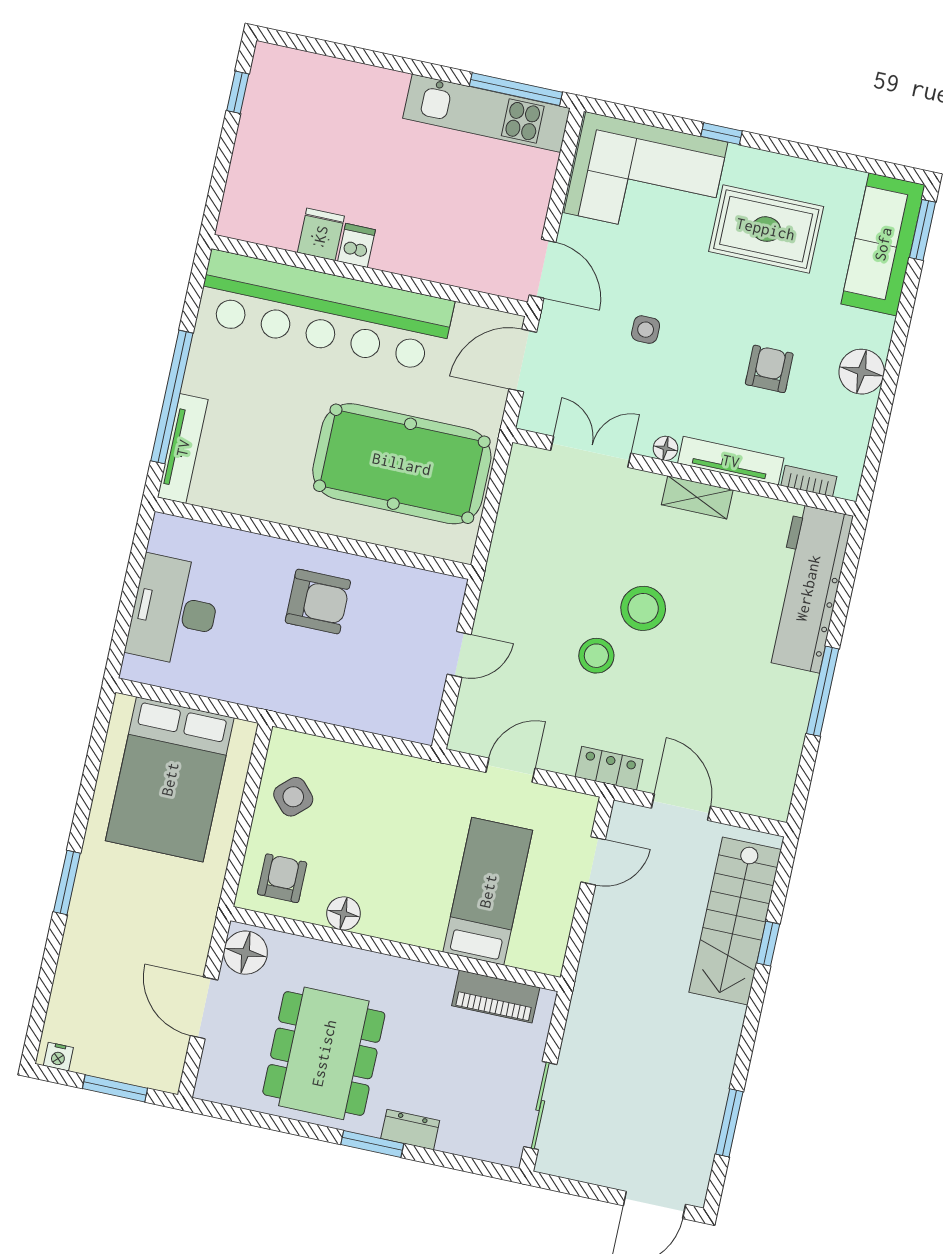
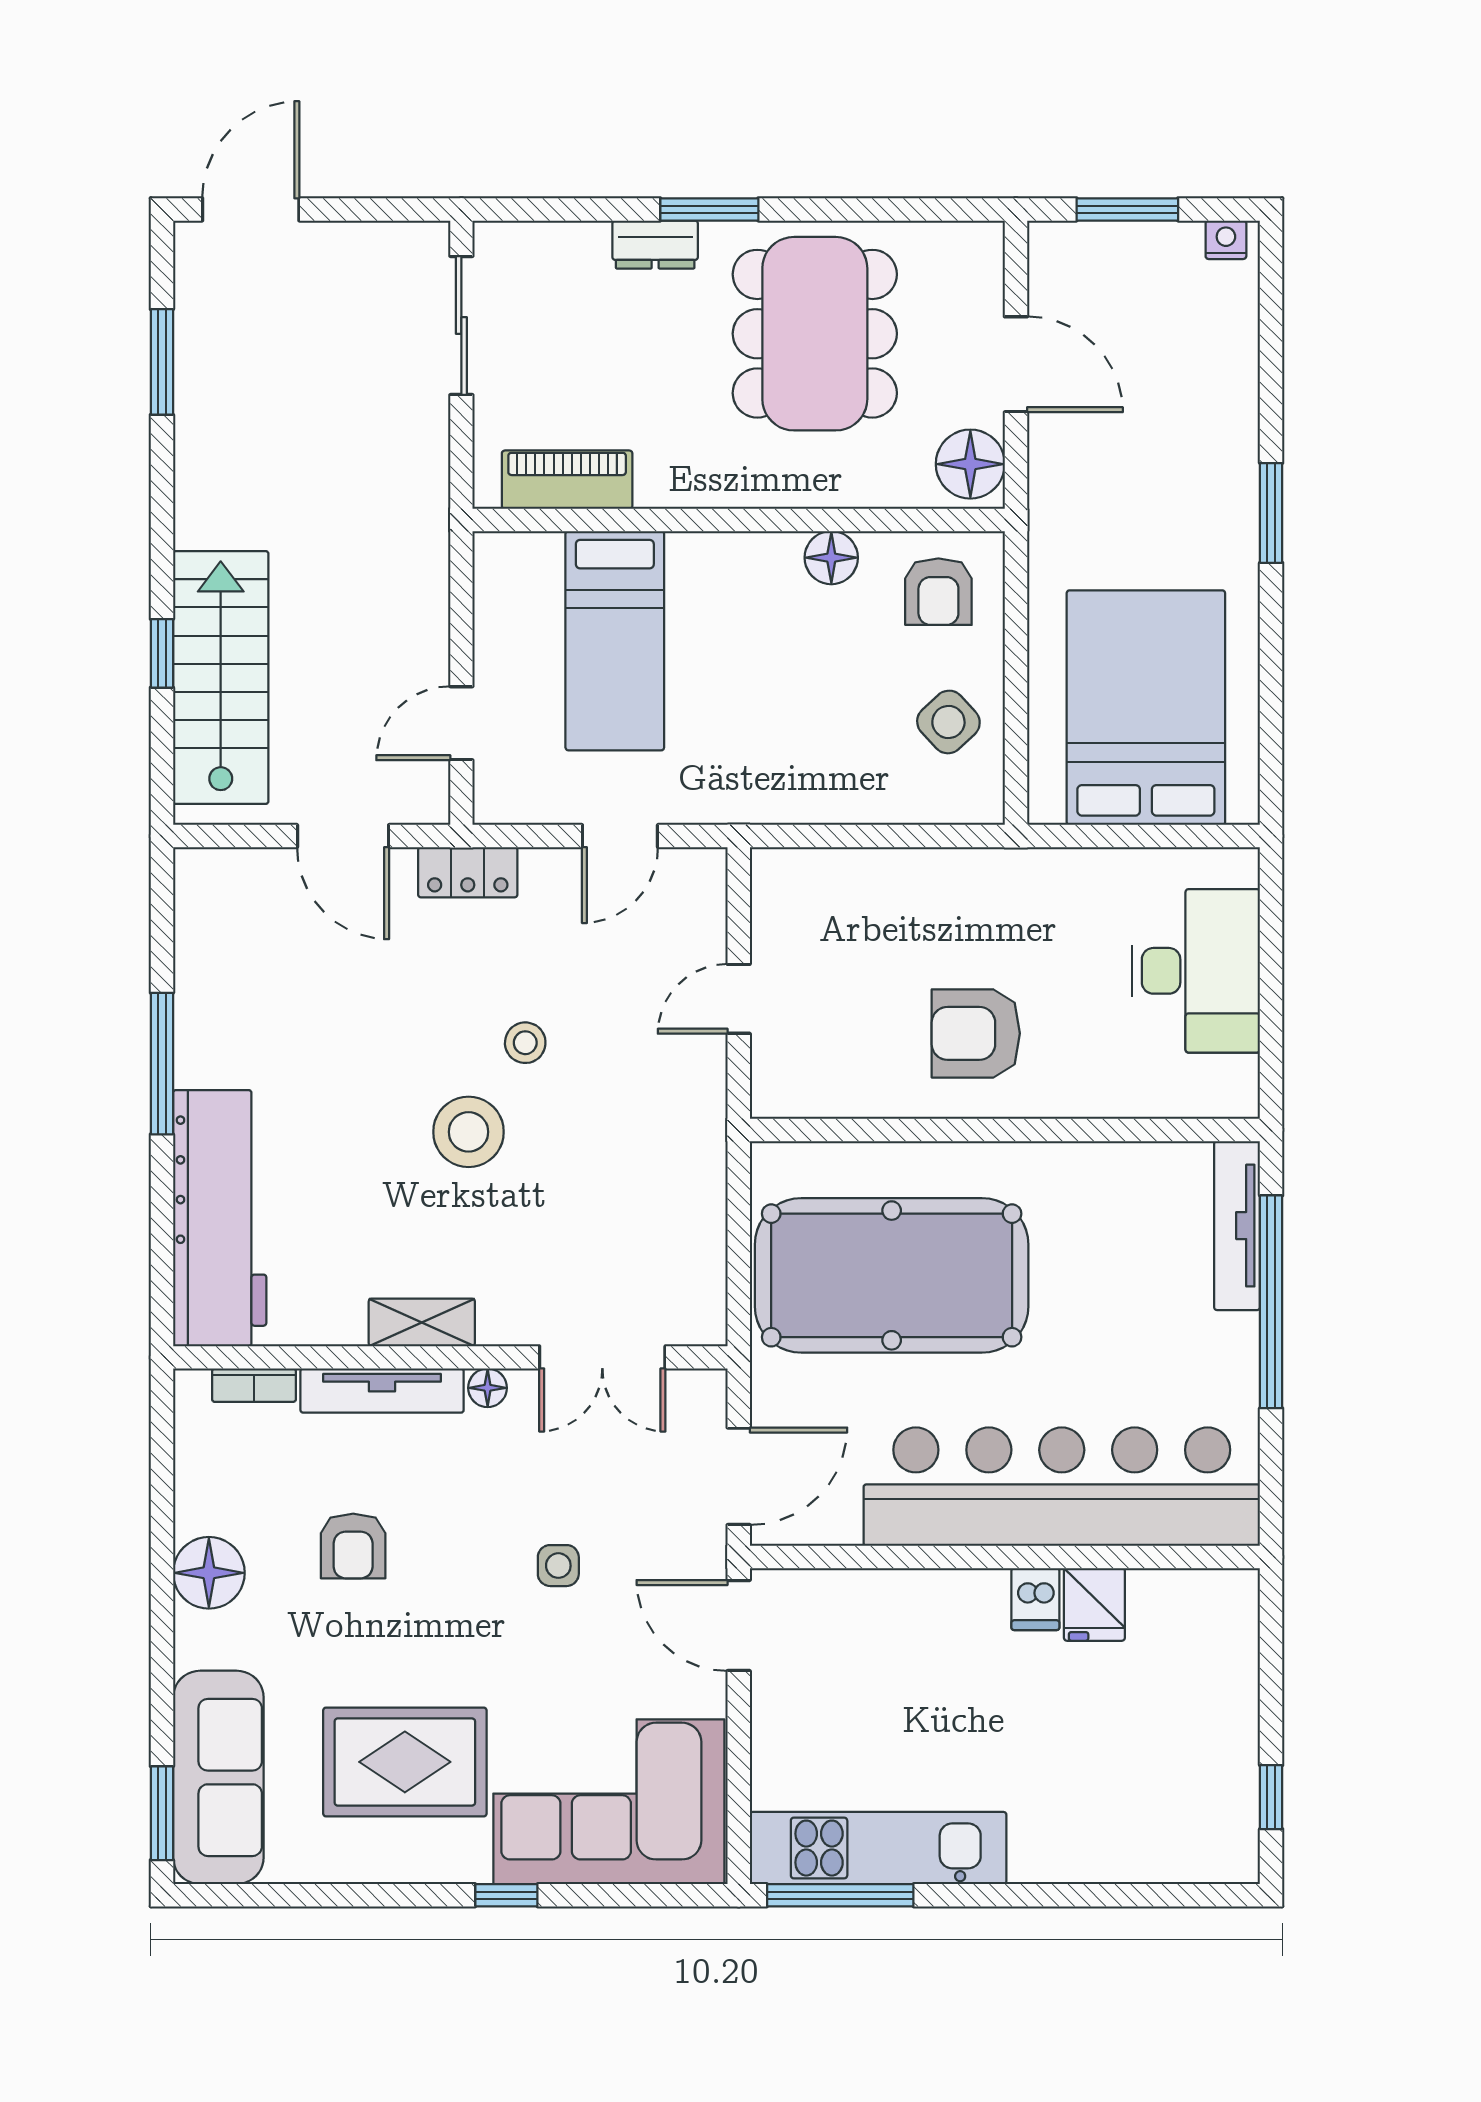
stool: (596, 656) -> (525, 1043), width x0.73, depth x0.73

